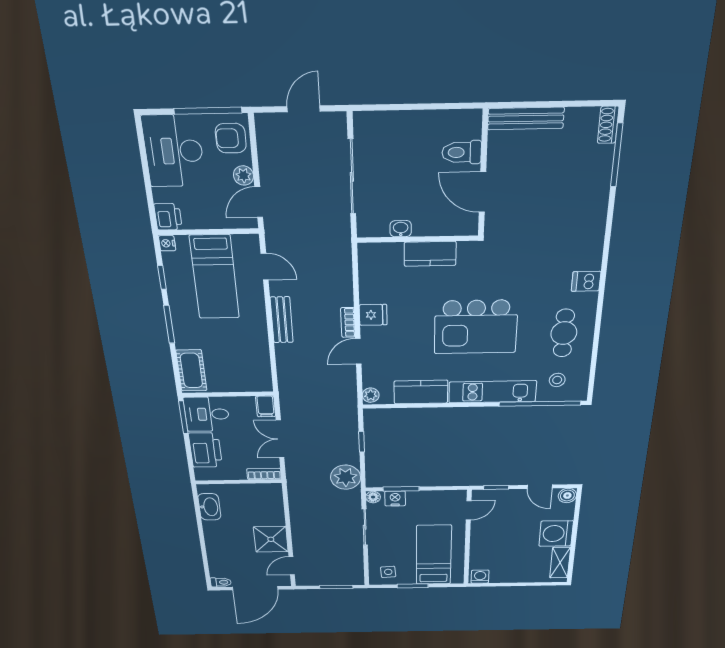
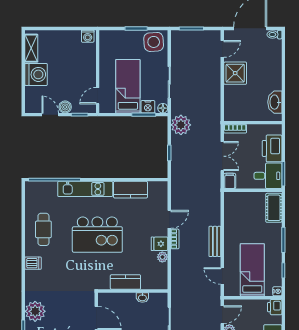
plant: (590, 202) -> (35, 311), added
kitchen island: (476, 327) -> (97, 235), turned 180
stool: (557, 380) -> (45, 197), removed
plant: (371, 395) -> (162, 257), moved
boiler: (567, 496) -> (65, 107), moved
bed: (434, 555) -> (128, 86), moved, turned 180
side table: (388, 572) -> (154, 42), width x1.87, depth x1.87

